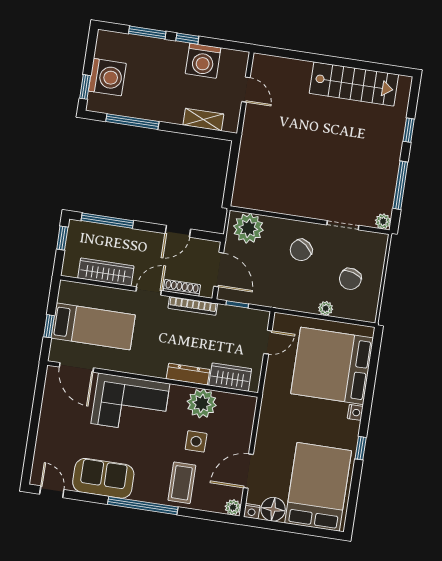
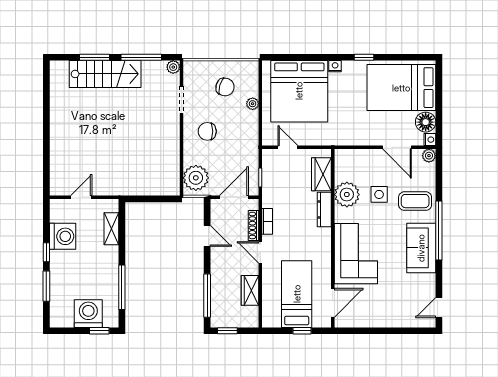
stairs: (354, 84) -> (105, 74), moved, turned 90
window: (409, 130) -> (94, 57), width x1.50
chair: (301, 250) -> (207, 131), turned 142
wardrobe: (106, 272) -> (250, 290), width x0.67
bookcase: (193, 306) -> (267, 221), width x0.64
sofa: (103, 478) -> (421, 248), moved

